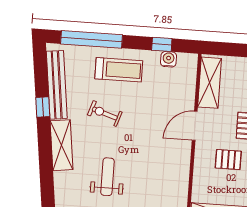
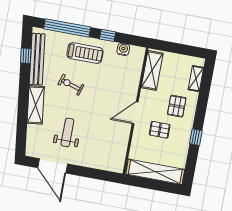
window: (162, 44) -> (108, 35), moved
window: (43, 107) -> (26, 56), moved
door: (195, 126) -> (135, 113), moved

